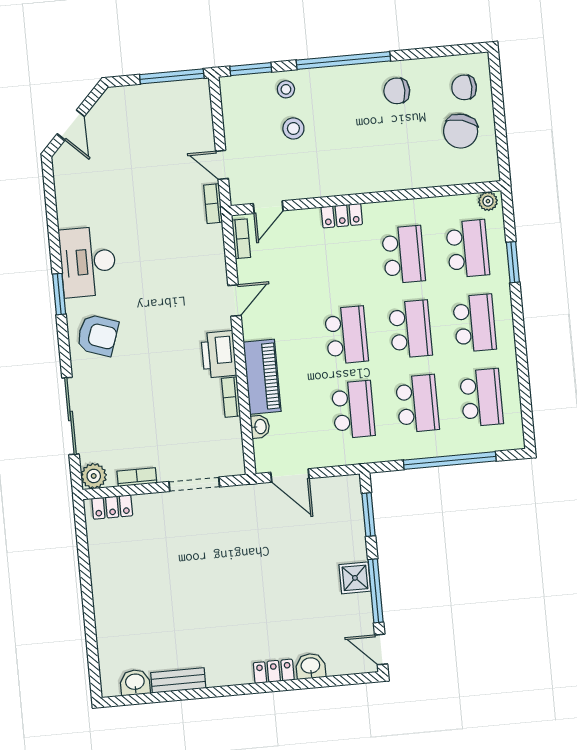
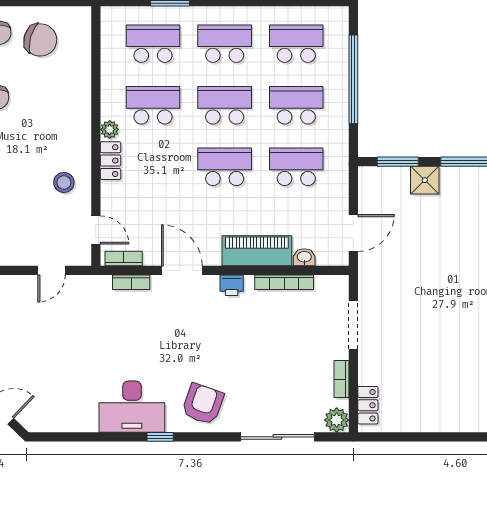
stool: (293, 128) -> (64, 182), moved
plant: (488, 201) -> (110, 129), moved
bookcase: (213, 204) -> (131, 282), moved
window: (59, 294) -> (160, 437), width x0.67
door: (235, 300) -> (182, 270), width x1.38
printer: (219, 354) -> (232, 285), width x0.53, depth x0.68
bookcase: (231, 397) -> (284, 282), width x1.56
shower: (355, 578) -> (425, 180), moved

